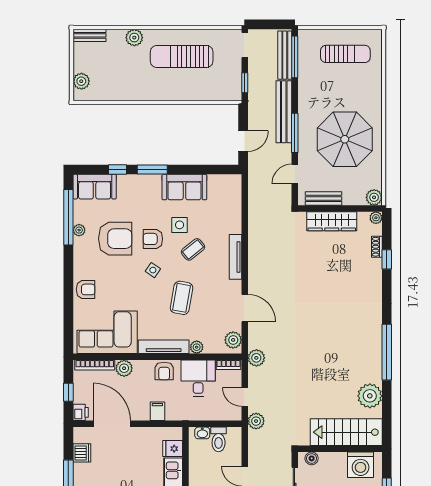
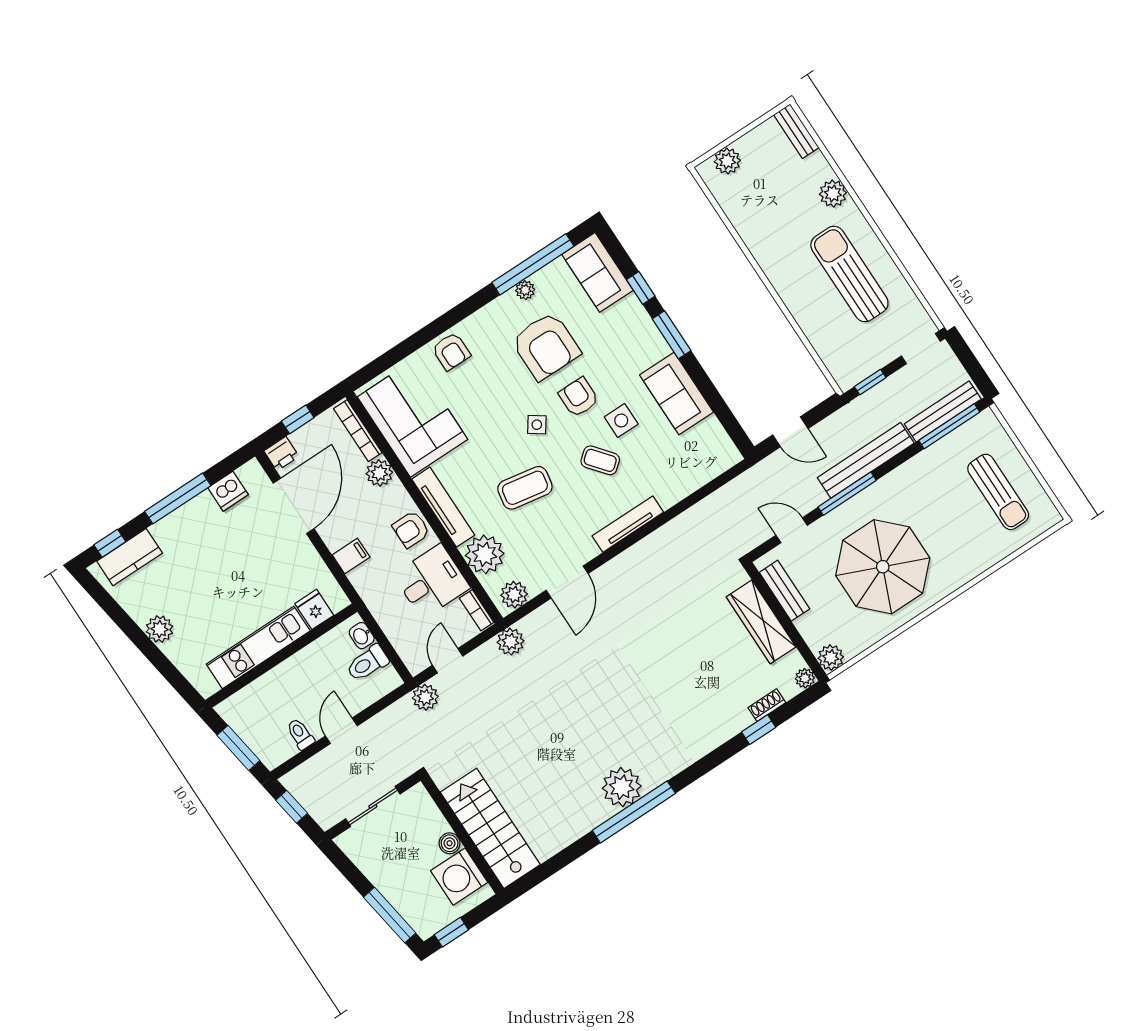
plant: (197, 347) -> (485, 554), width x1.88, depth x1.88
plant: (370, 396) -> (622, 787), moved
boiler: (312, 458) -> (450, 843), moved

